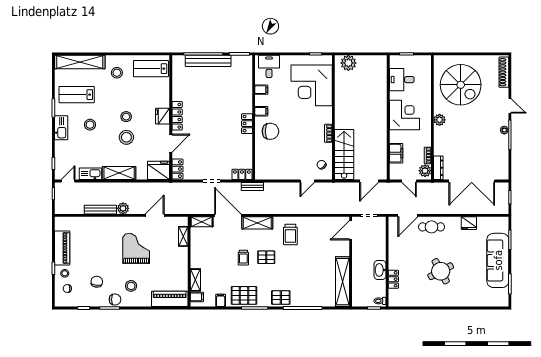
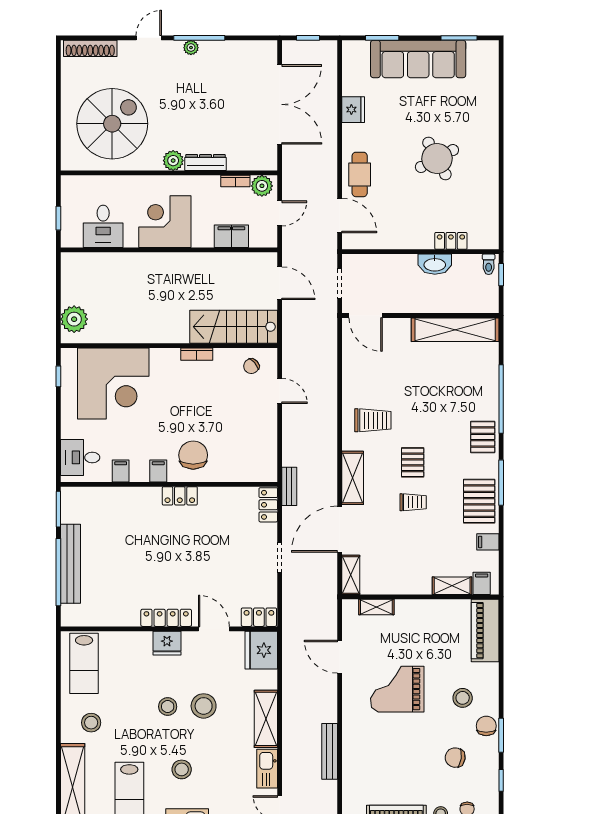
dresser: (438, 168) -> (206, 163), moved
plant: (123, 208) -> (327, 712), removed

